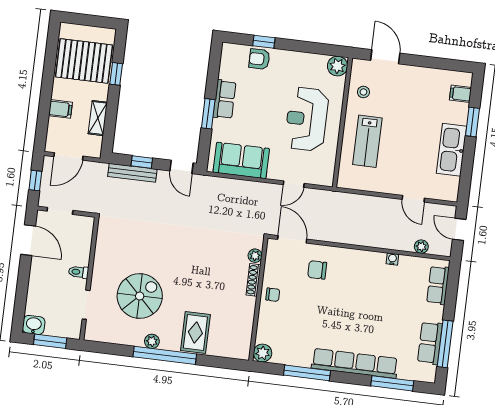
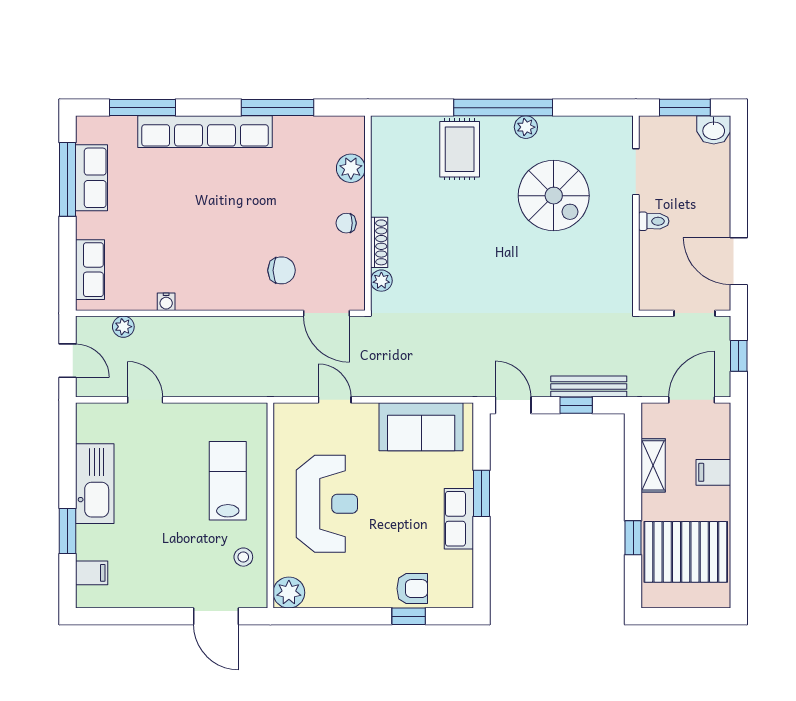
door: (294, 184) -> (335, 400), hinge flipped
spiral stairs: (140, 296) -> (554, 196), turned -90
plant: (263, 353) -> (351, 168), moved

